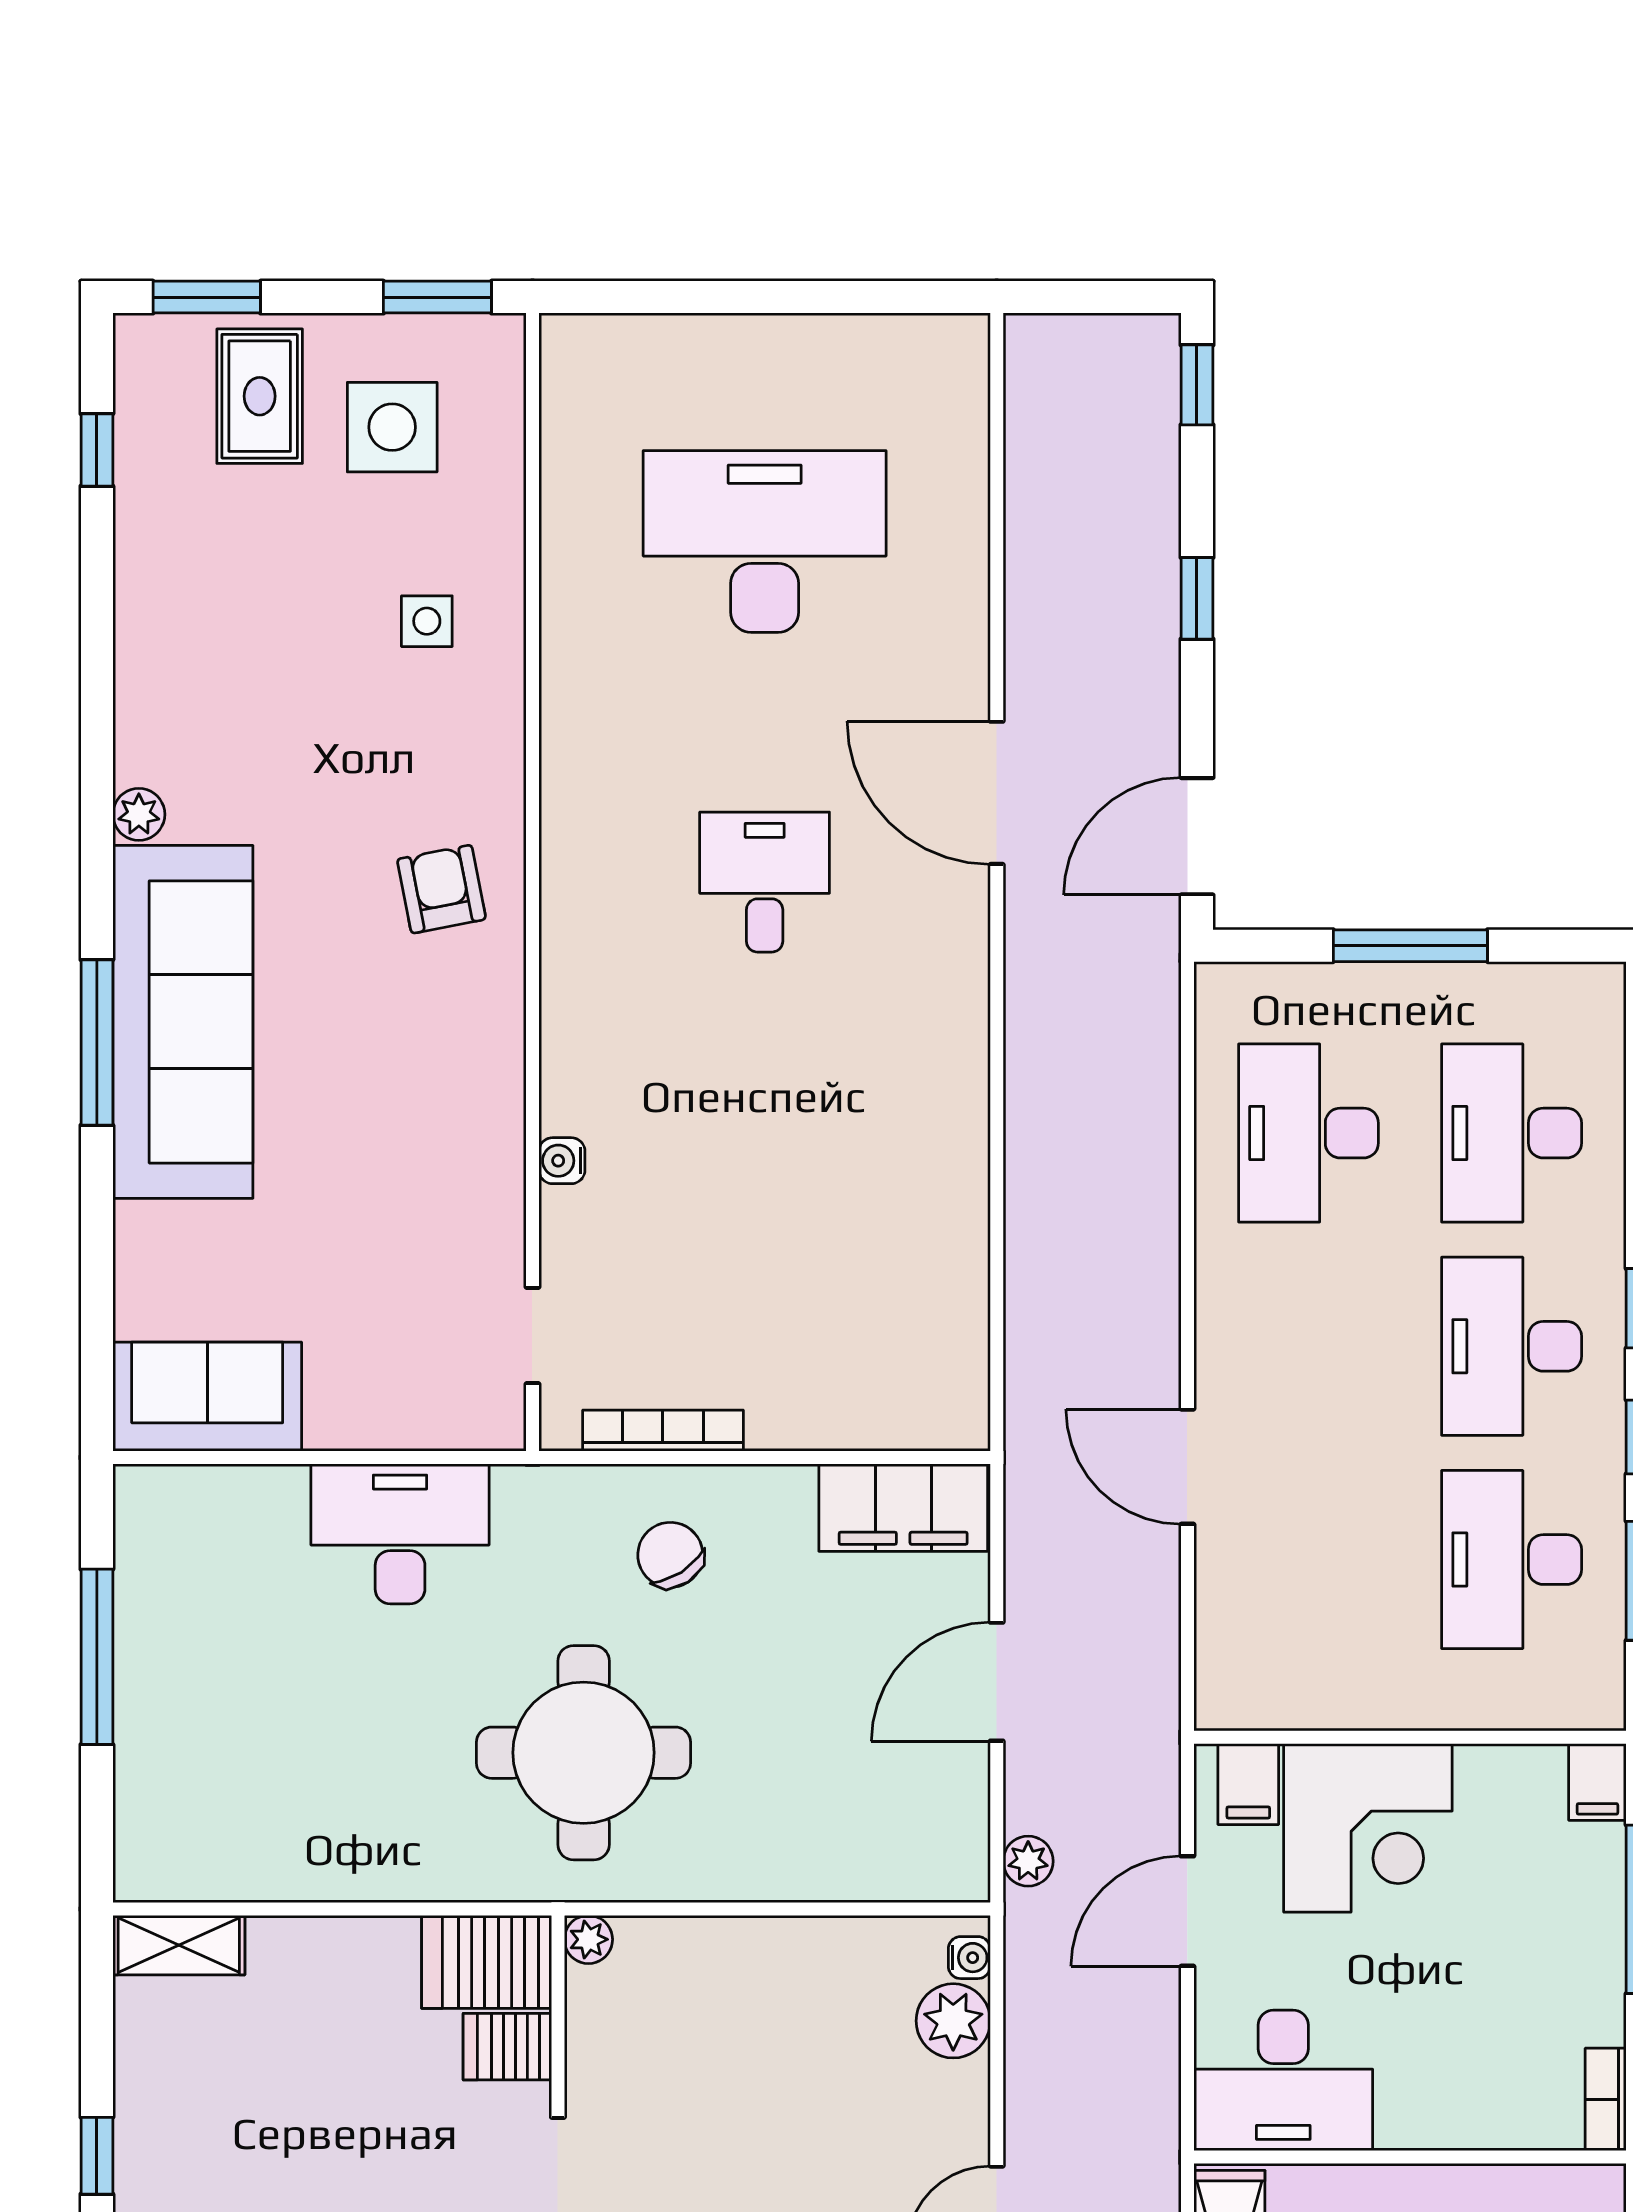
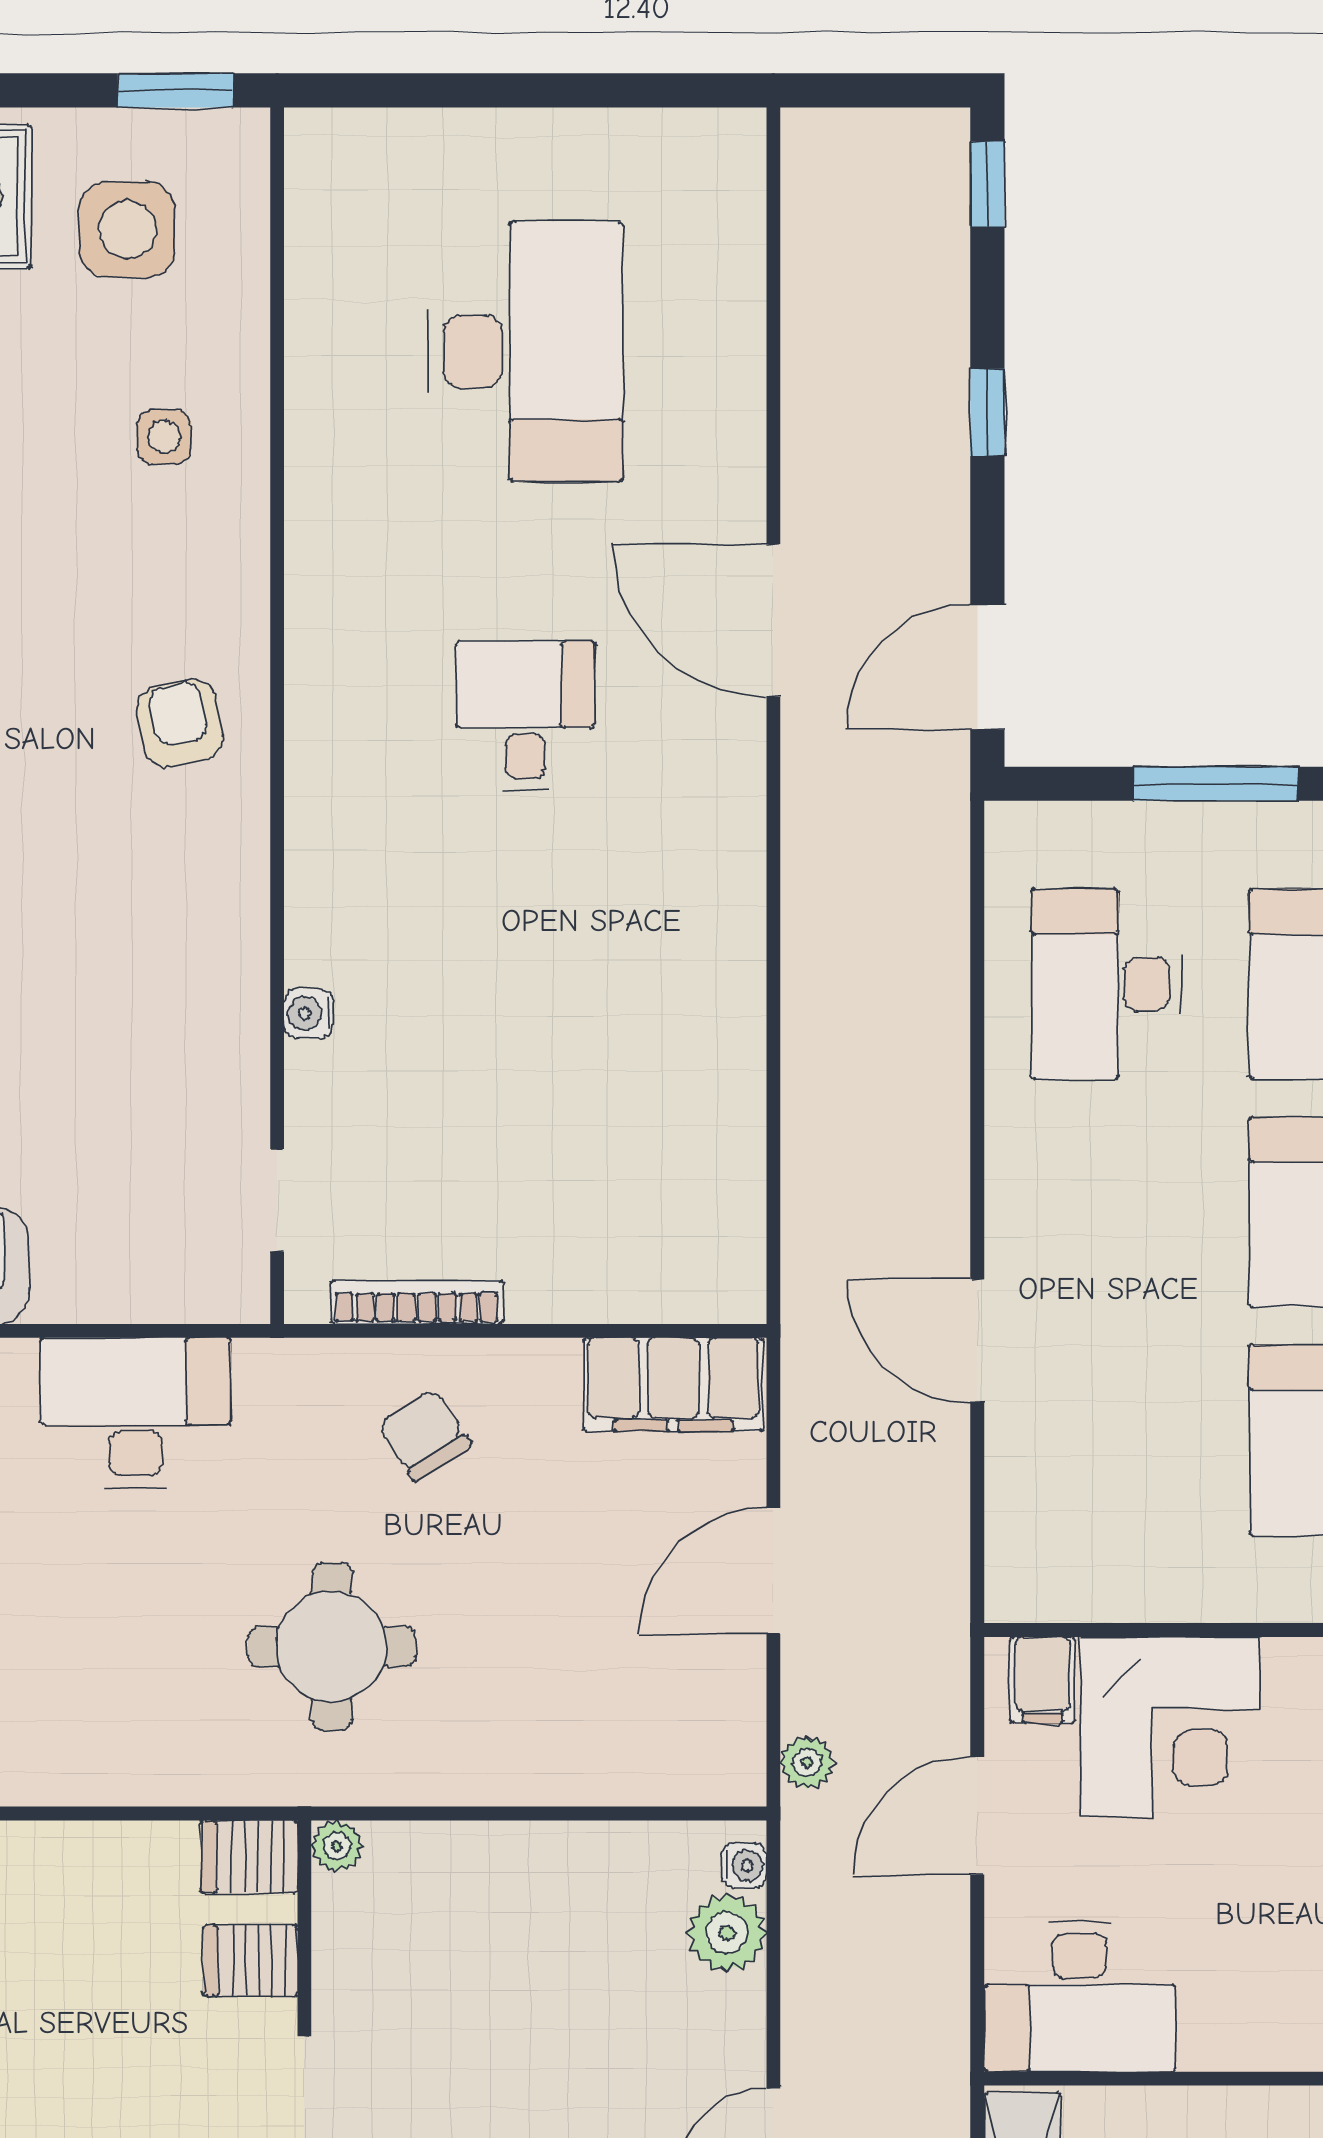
desk: (765, 541) -> (525, 352), turned 90
round table: (584, 1753) -> (332, 1646), width x0.73, depth x0.73
server rack: (487, 1962) -> (249, 1857), width x0.73, depth x0.70

